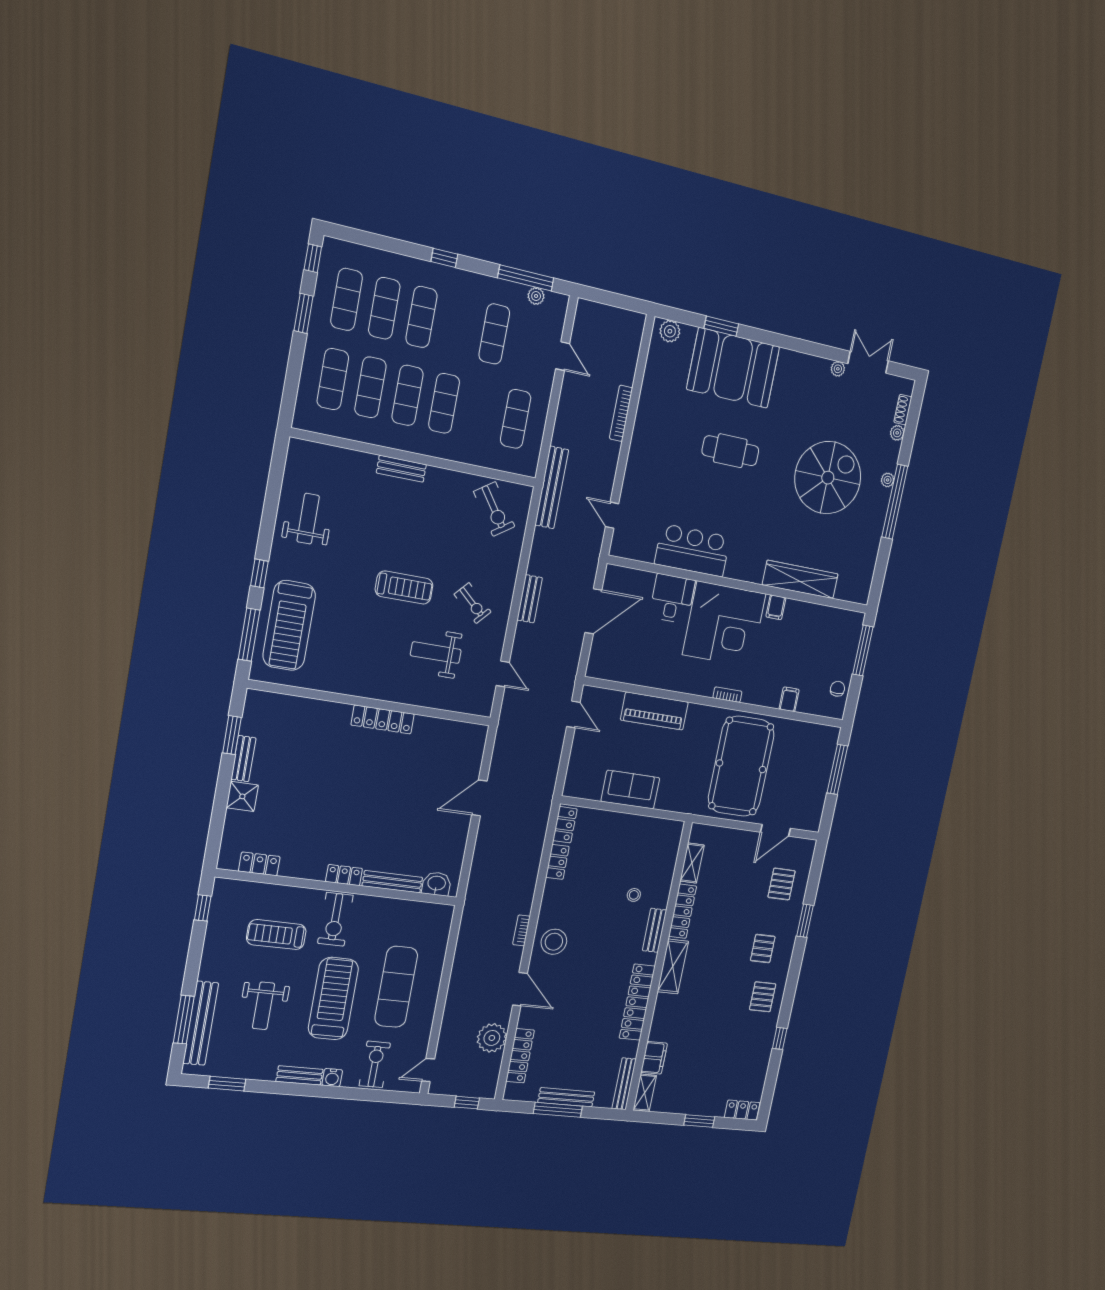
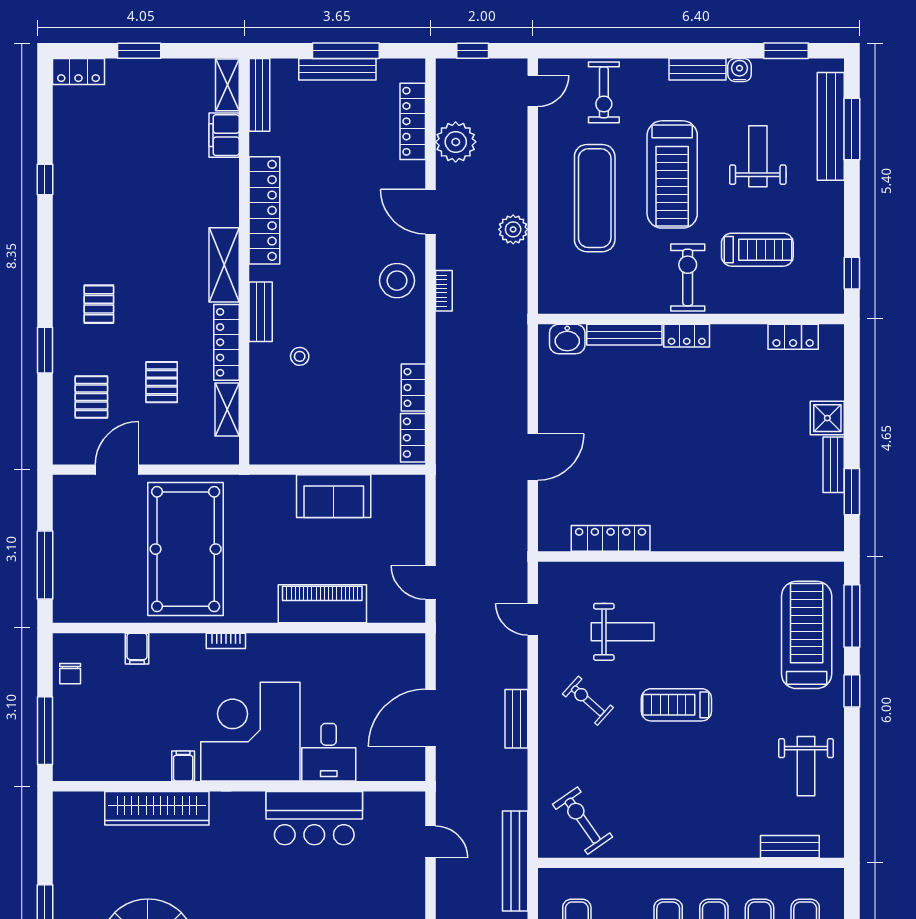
bench: (401, 469) -> (790, 847), moved
locker: (383, 719) -> (611, 538), moved
plant: (462, 970) -> (513, 229), added
pallet: (763, 997) -> (162, 382), moved
water cooler: (332, 1078) -> (740, 70), moved

